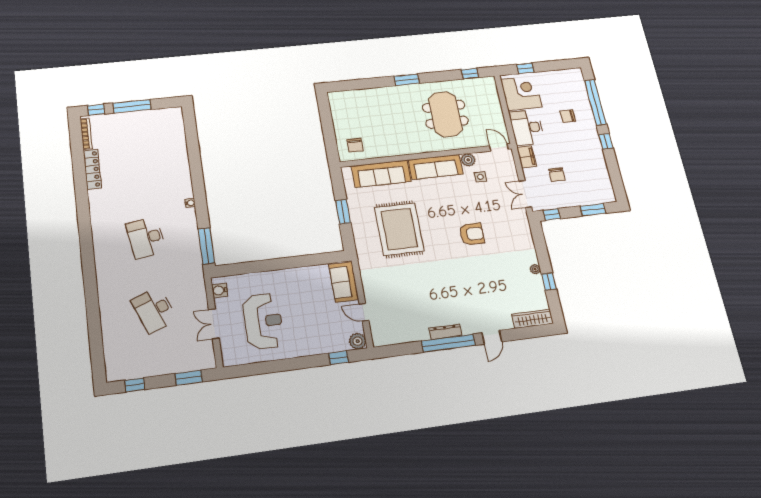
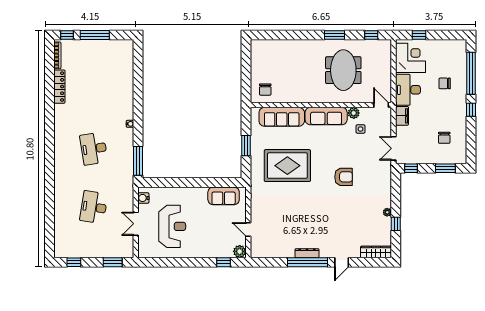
window: (407, 80) -> (335, 35), moved
chair: (557, 175) -> (444, 138), moved
rug: (399, 229) -> (287, 166), turned 90
sofa: (344, 282) -> (224, 196), moved, turned -90
desk: (154, 310) -> (94, 207), turned 30

